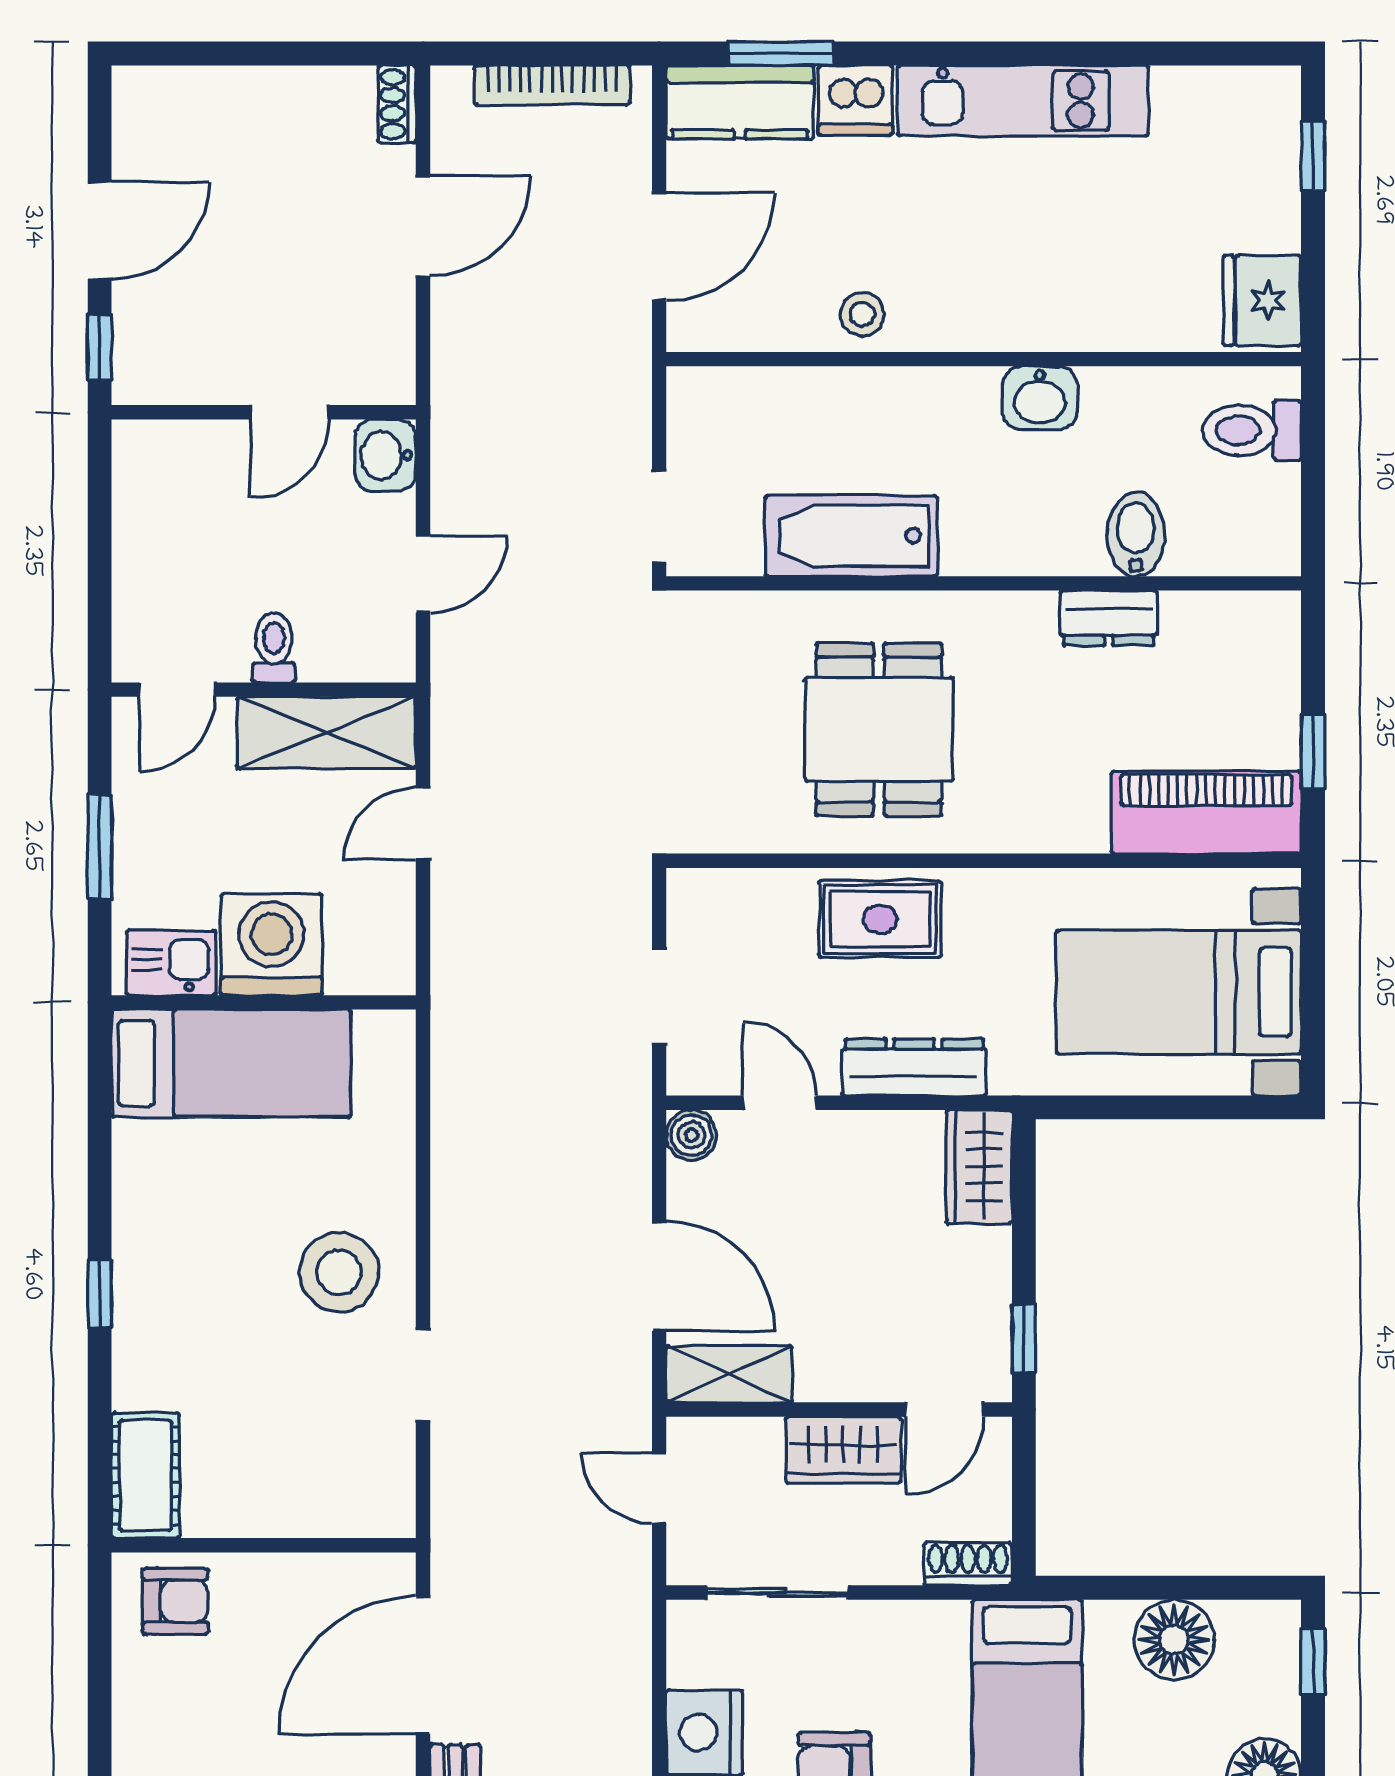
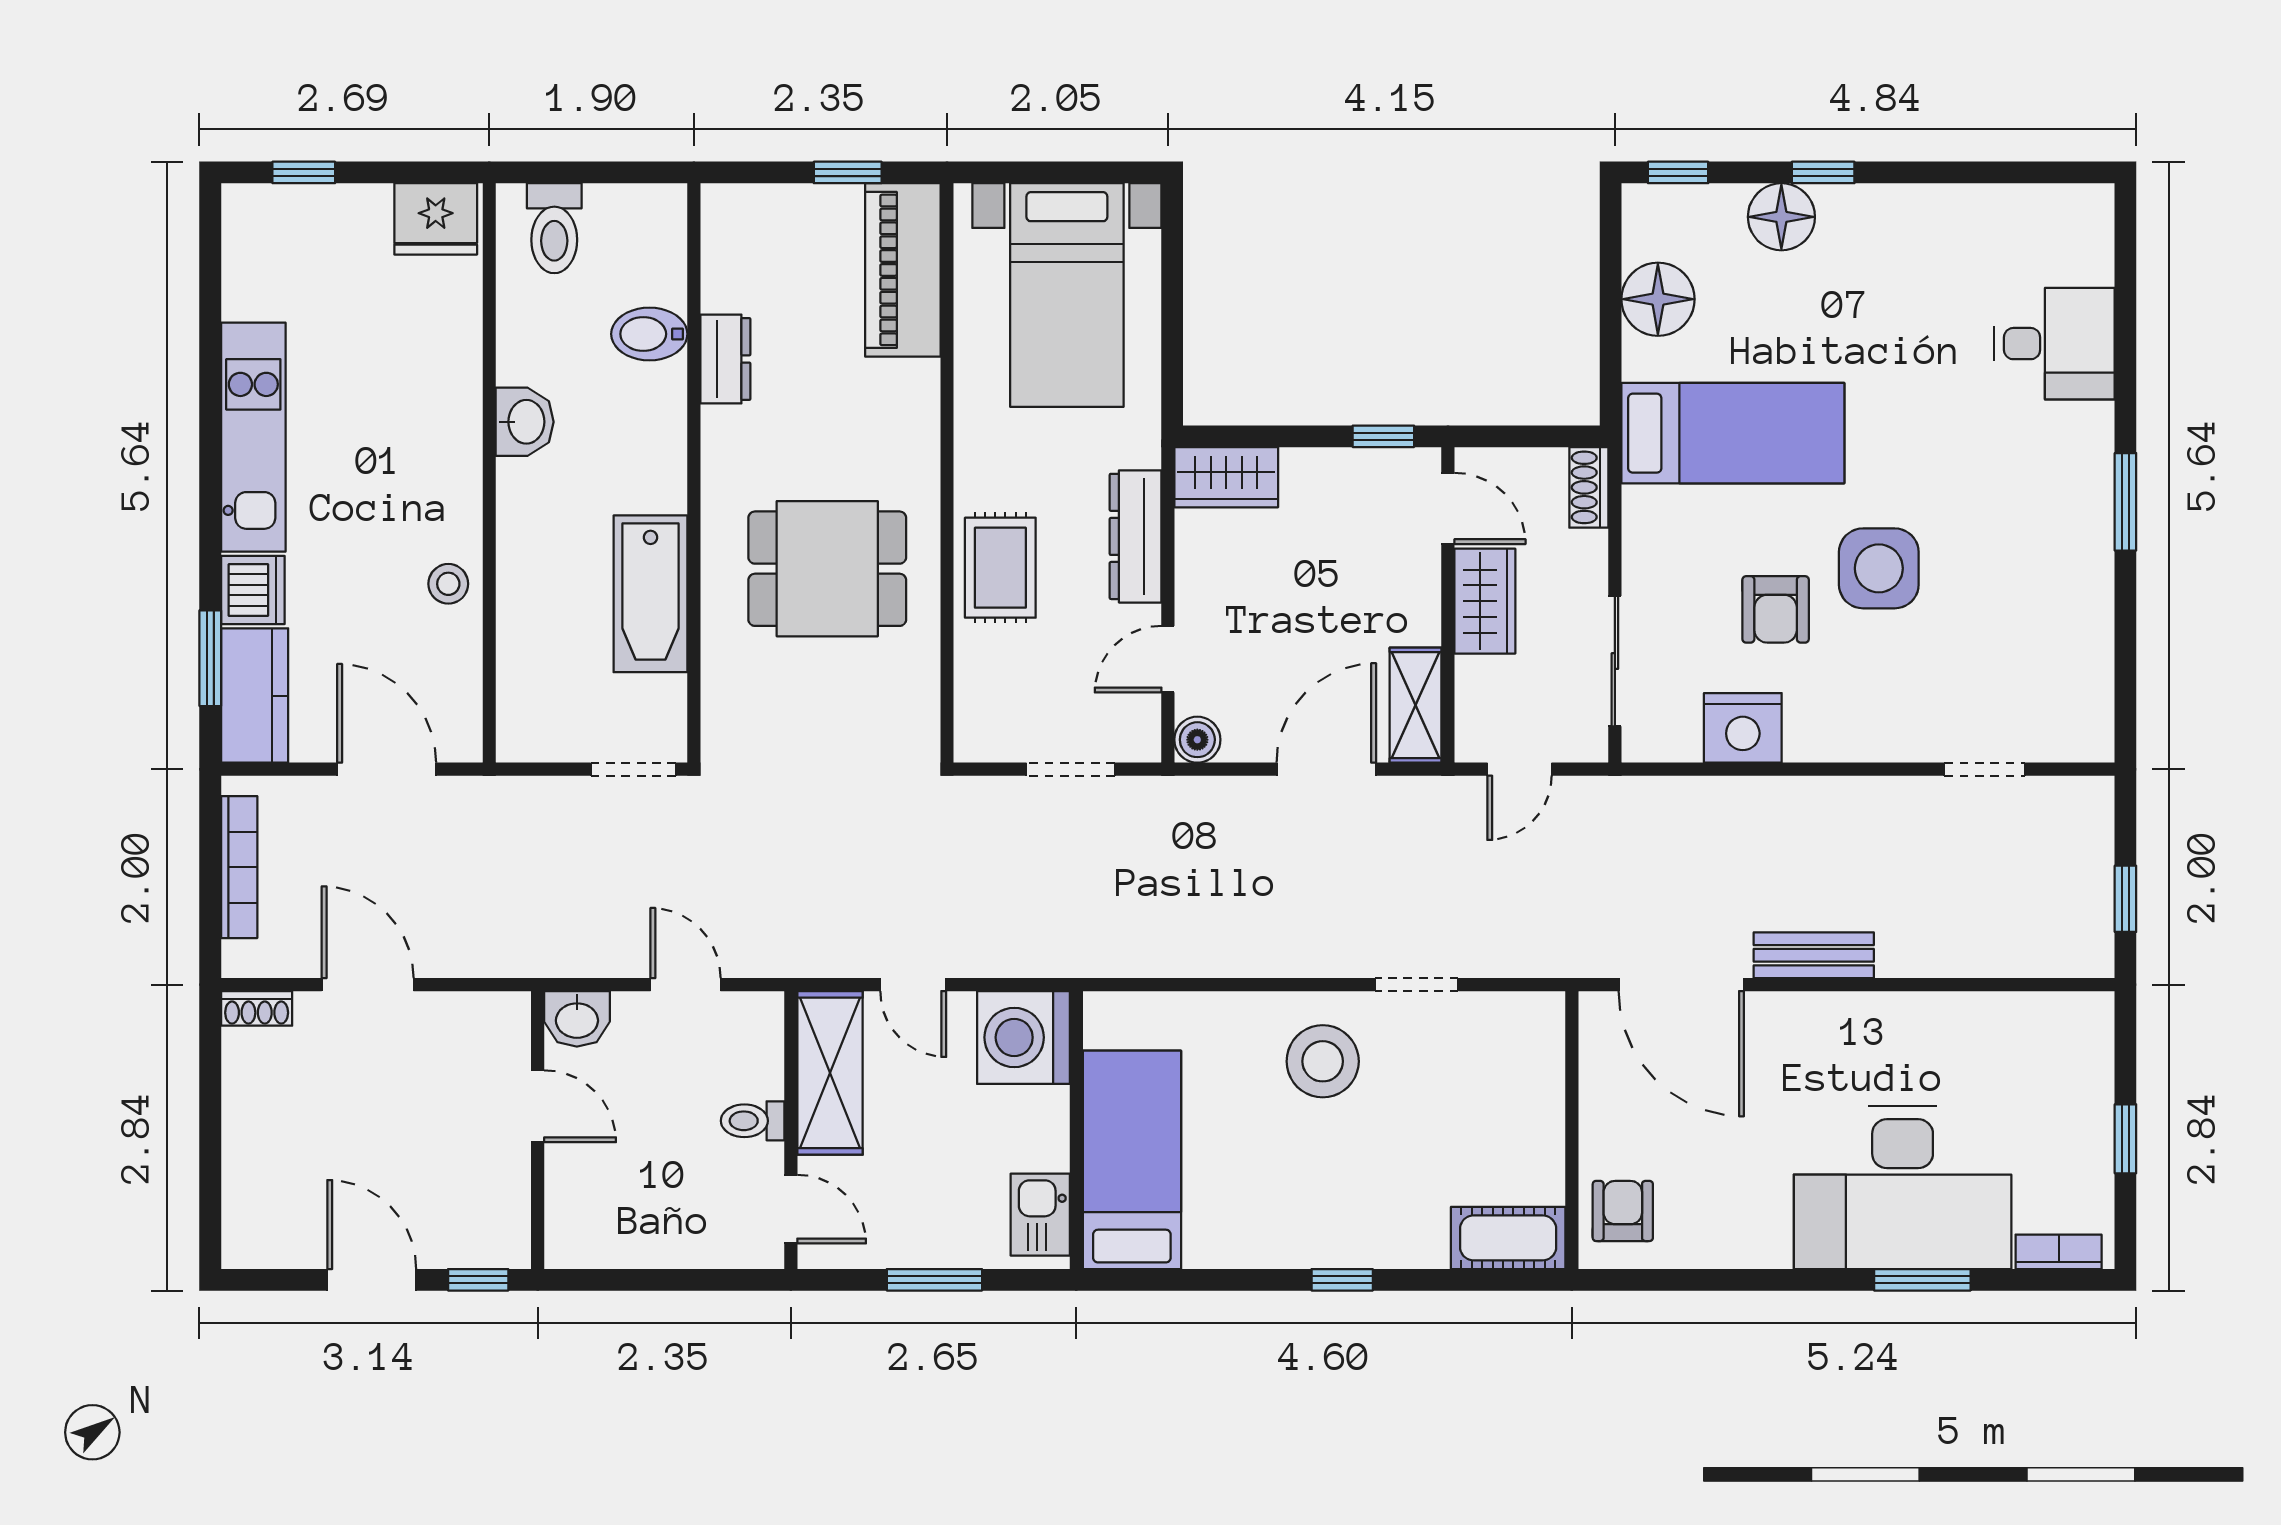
washing machine: (271, 944) -> (1023, 1037), moved

